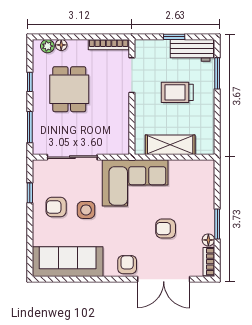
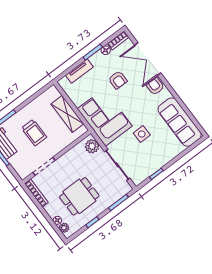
plant: (114, 145) -> (92, 146), added
tv unit: (207, 194) -> (79, 71), added
armchair: (56, 207) -> (153, 153), removed
armchair: (127, 265) -> (155, 86), turned 90
double door: (164, 279) -> (148, 59), swing flipped

